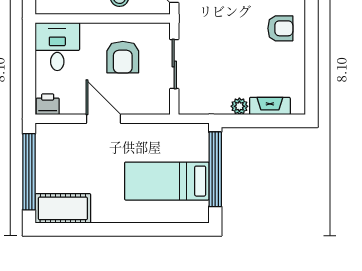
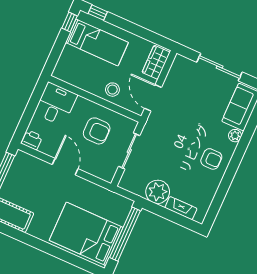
armchair: (123, 57) -> (97, 131), turned -90
plant: (239, 106) -> (158, 192), width x1.88, depth x1.88
bed: (167, 181) -> (86, 234), width x1.50

